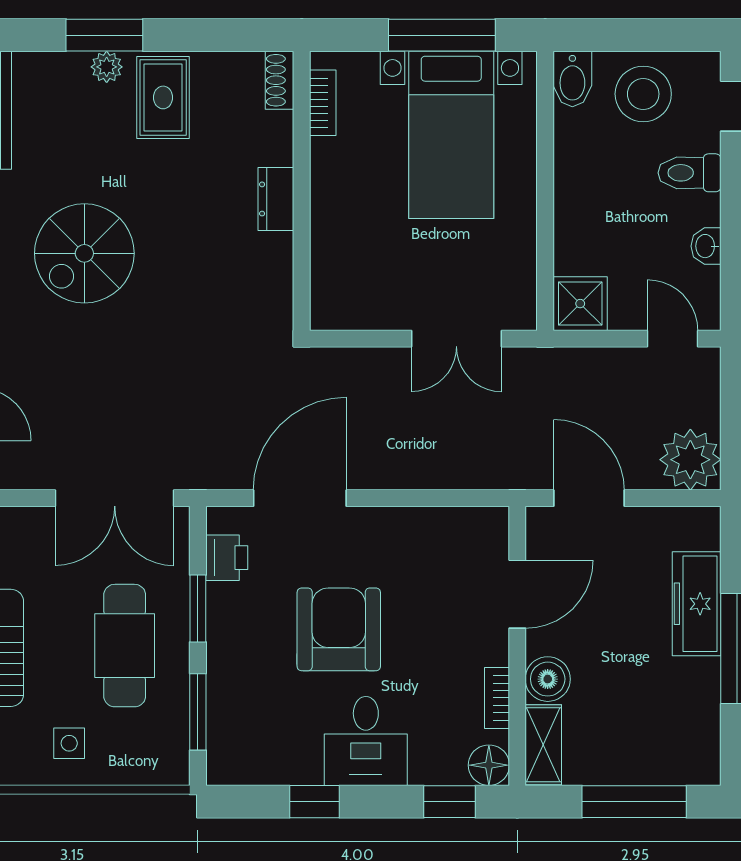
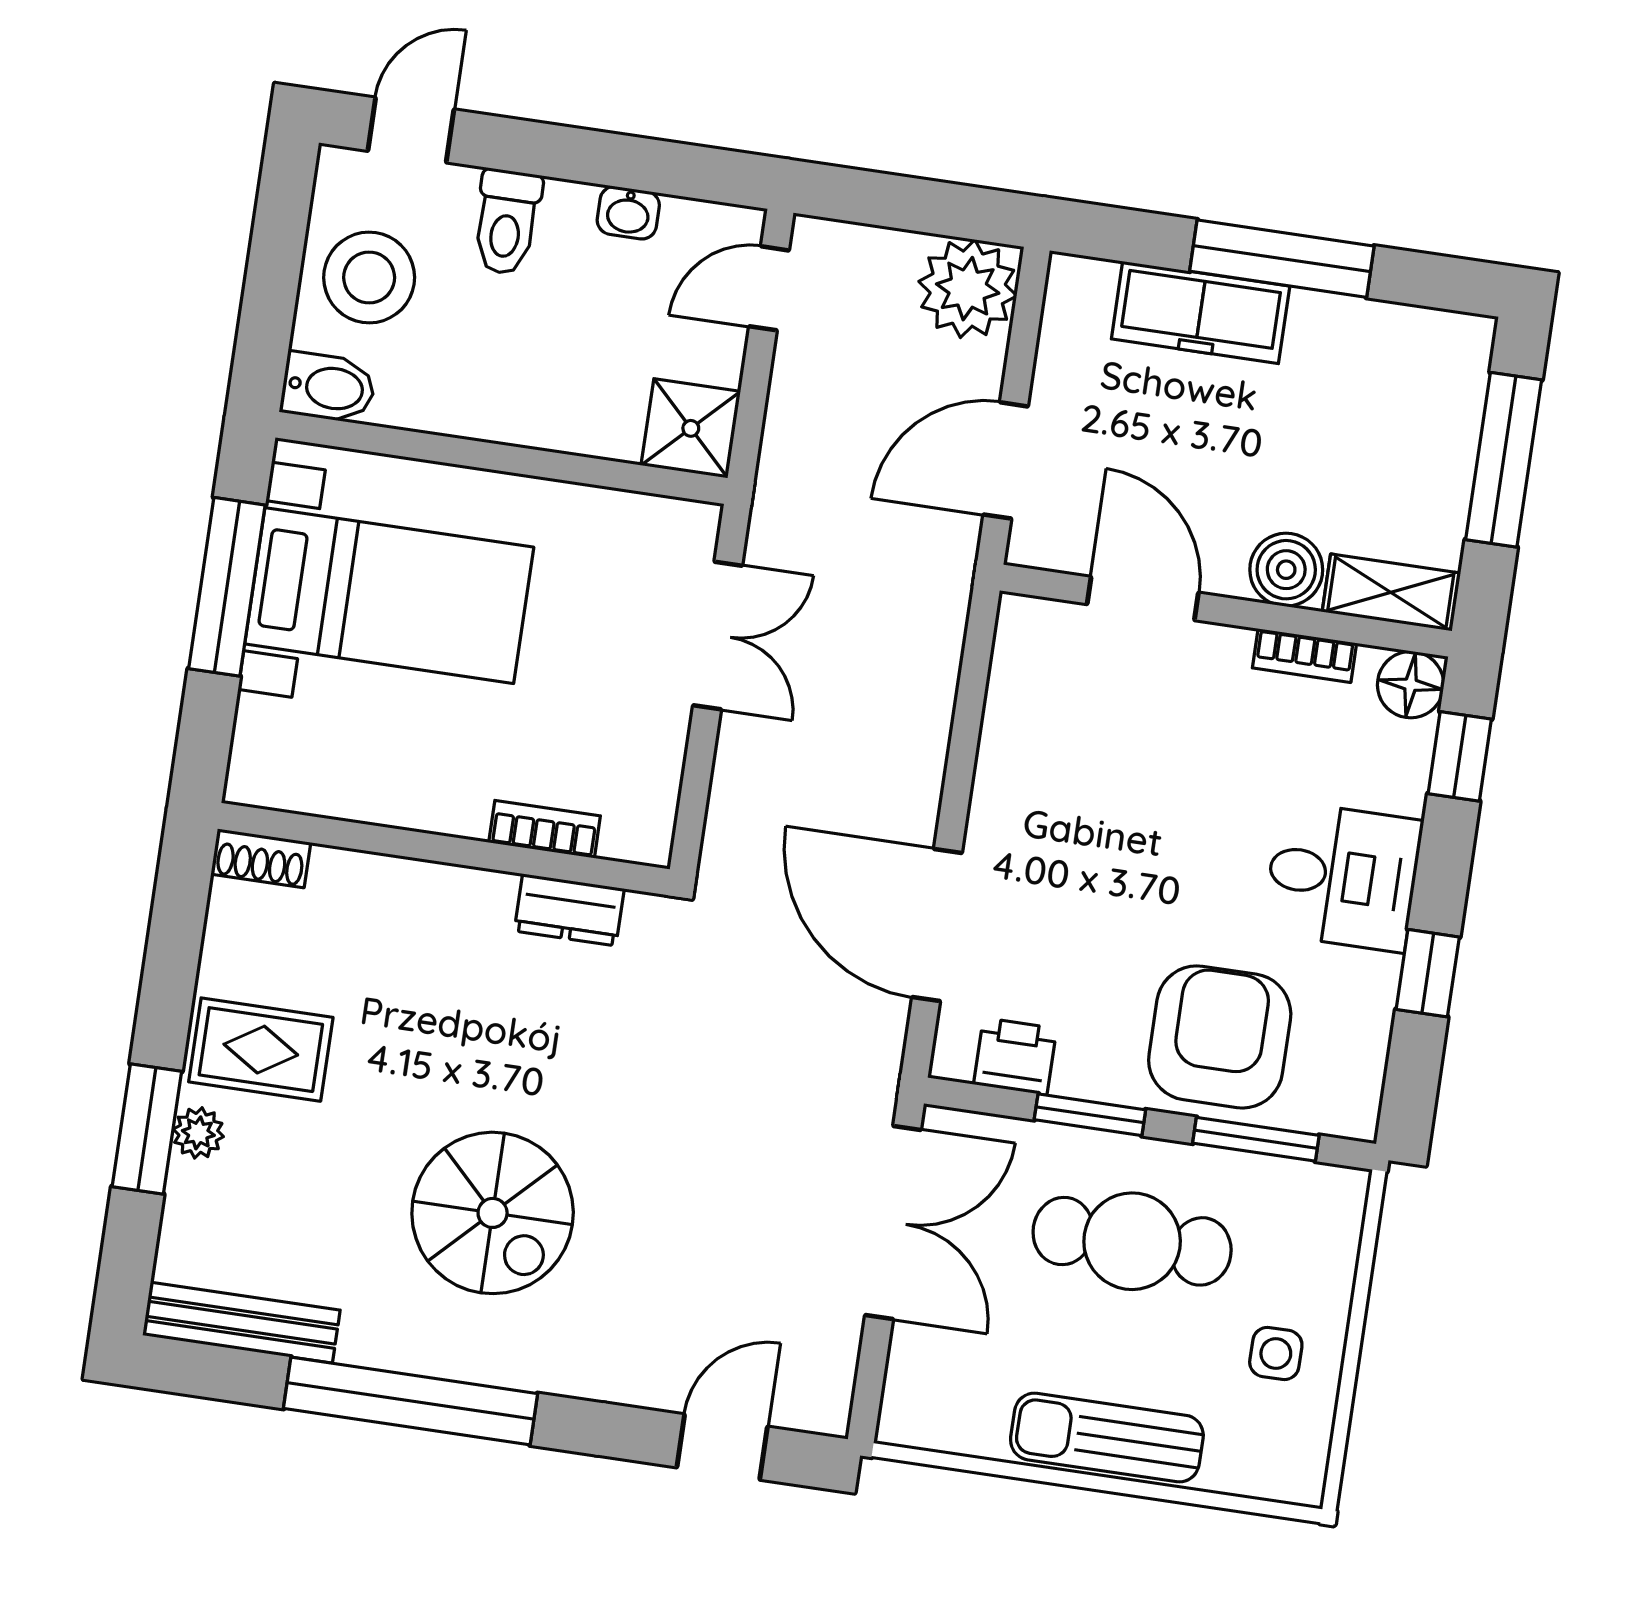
bookcase: (323, 103) -> (545, 829), moved
dresser: (276, 199) -> (569, 910), moved
armchair: (339, 629) -> (1220, 1037), moved, turned 90

